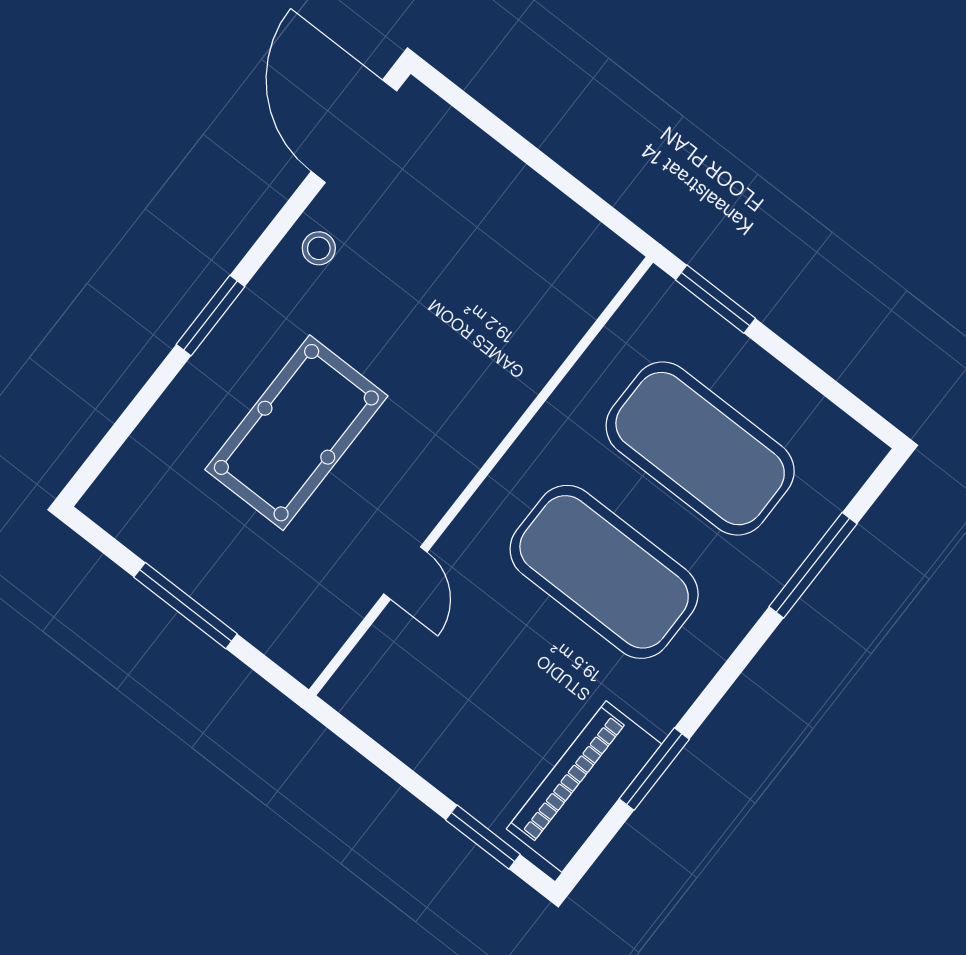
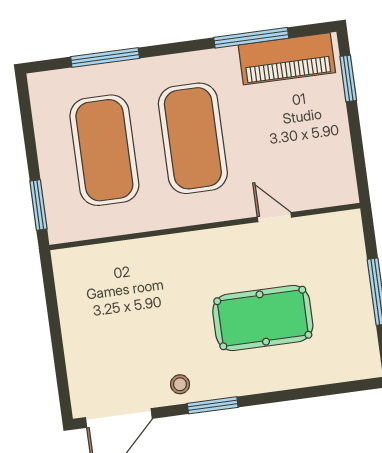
window: (211, 315) -> (213, 405), moved
door: (405, 573) -> (274, 217), hinge flipped
window: (654, 769) -> (251, 38), width x1.44

